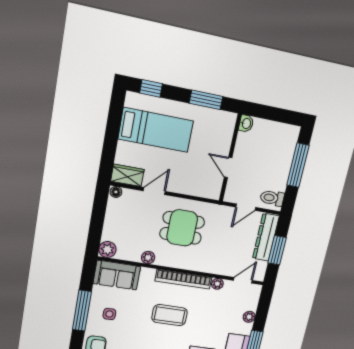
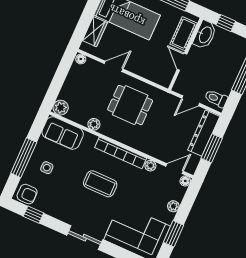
window: (268, 113) -> (226, 23), added
washbasin: (246, 123) -> (205, 35), width x1.91, depth x1.45
cot: (224, 136) -> (184, 34), added
wardrobe: (127, 175) -> (95, 32), moved, turned 90
floor lamp: (256, 289) -> (185, 181), added

